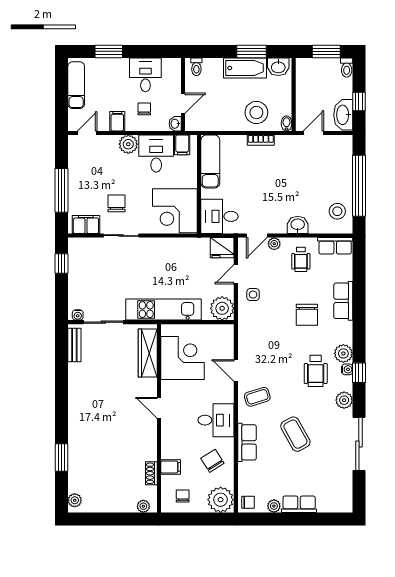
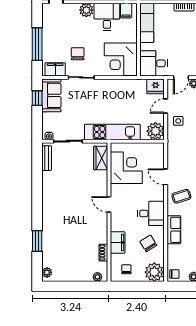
sofa: (81, 260) -> (51, 95), added
wardrobe: (148, 353) -> (101, 158), width x0.67
filing cabinet: (171, 467) -> (118, 243), width x2.00

